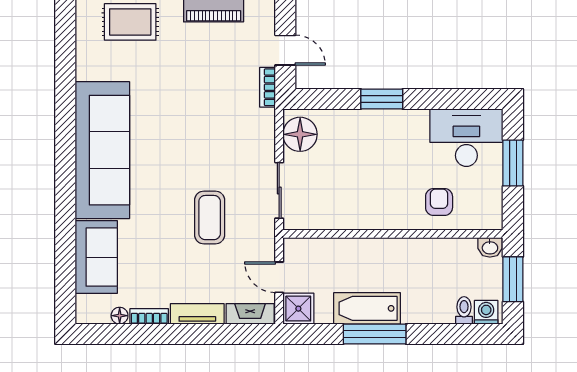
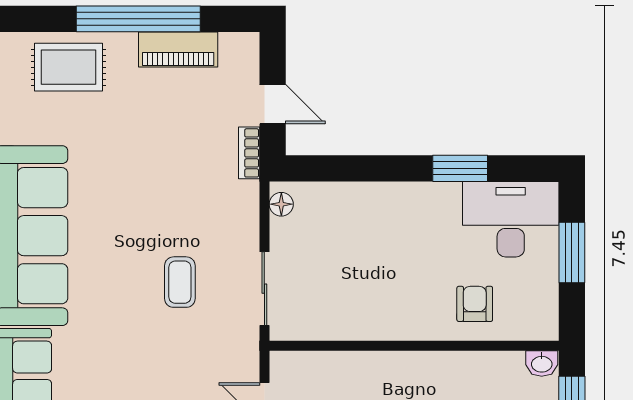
window: (382, 99) -> (460, 168), moved
floor lamp: (300, 134) -> (281, 204), width x0.53, depth x0.53
coffee table: (210, 218) -> (180, 282), moved, width x0.73, depth x0.77

